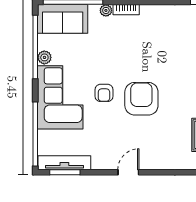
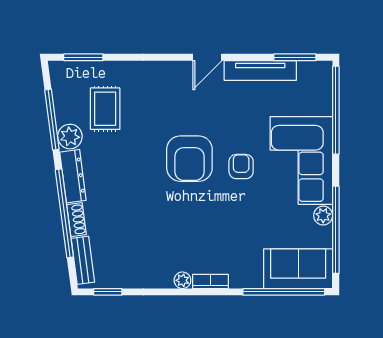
plant: (106, 10) -> (182, 280), moved
tv unit: (64, 163) -> (260, 70), moved

